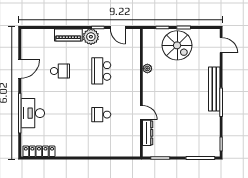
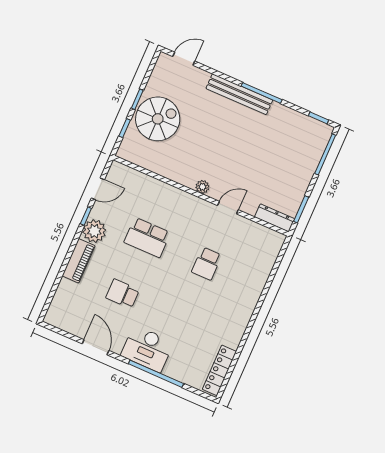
plant: (147, 68) -> (202, 187), moved
school desk: (60, 71) -> (123, 294), turned -90
desk: (33, 113) -> (147, 349), moved
dresser: (148, 133) -> (275, 218), moved

